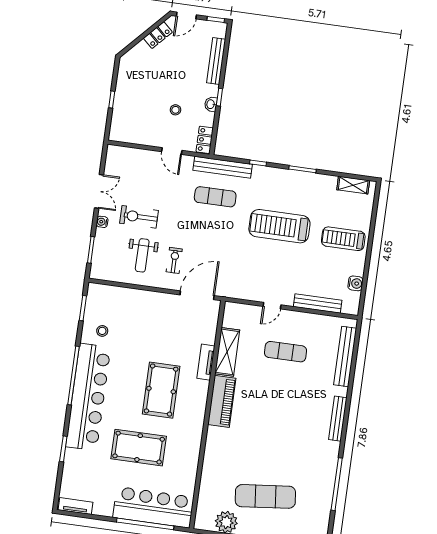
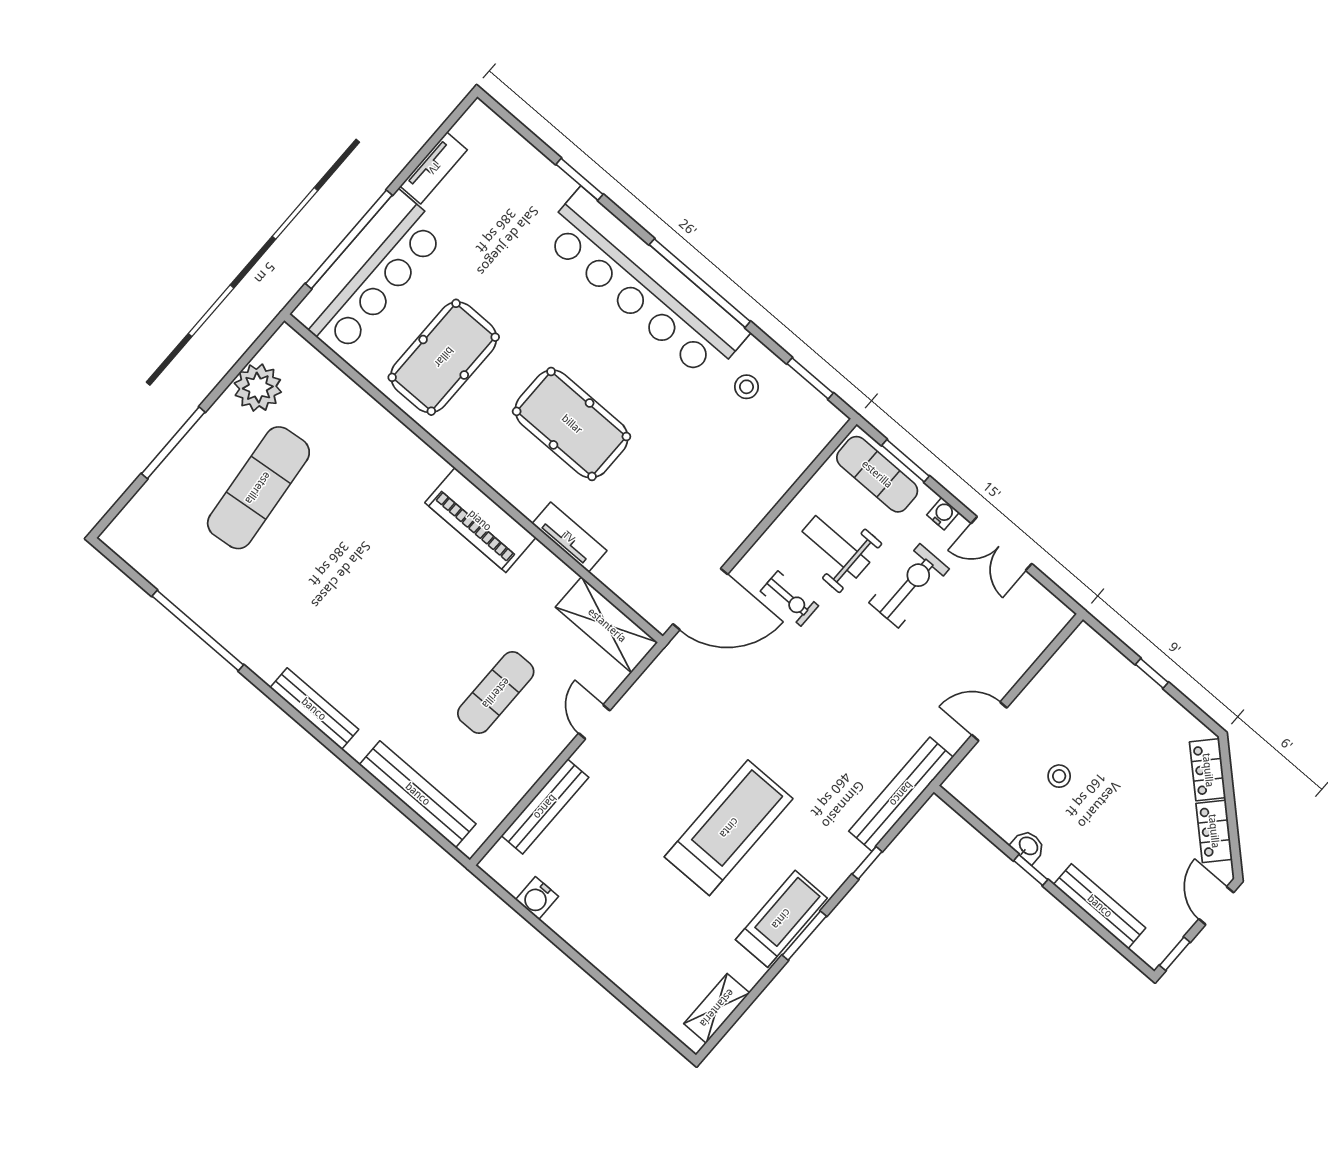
locker: (205, 140) -> (1208, 770), moved, turned -137
exercise mat: (215, 197) -> (877, 474), moved, turned 90
treadmill: (343, 239) -> (781, 919), moved
door: (197, 295) -> (700, 599), hinge flipped
shelving: (227, 352) -> (607, 625), moved
pool table: (139, 448) -> (444, 357), moved
tv unit: (75, 506) -> (434, 168), moved

